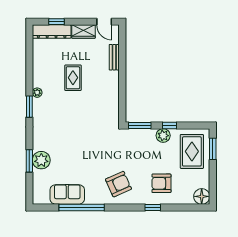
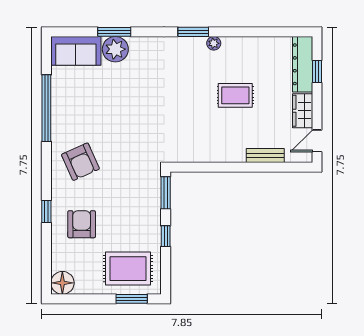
plant: (163, 136) -> (151, 227), removed
sofa: (67, 194) -> (76, 51), moved, turned 90

